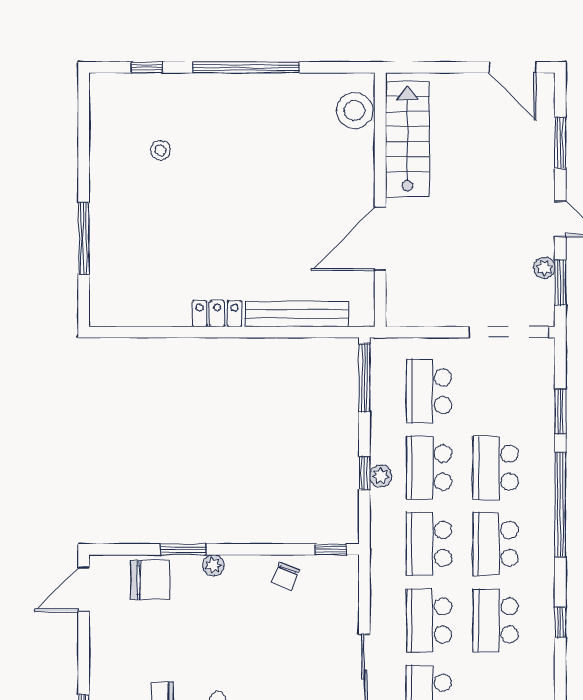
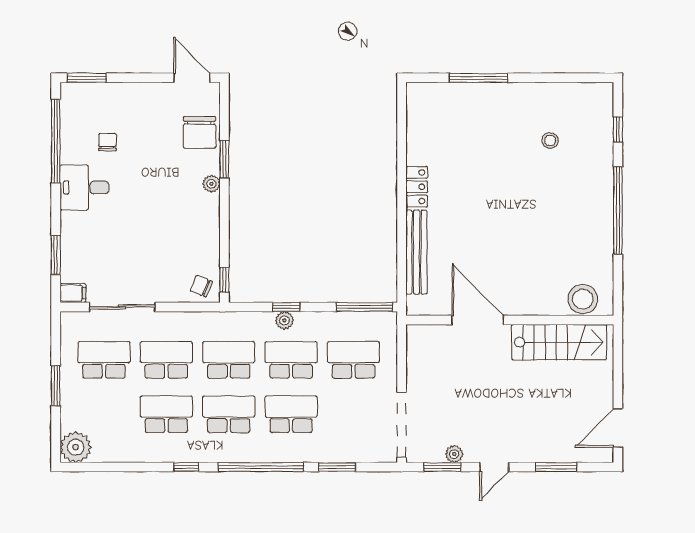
chair: (285, 576) -> (201, 286), moved
window: (560, 622) -> (186, 467), moved

